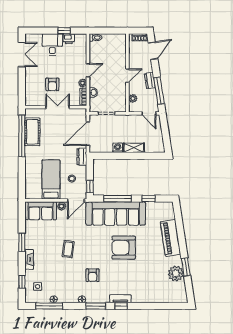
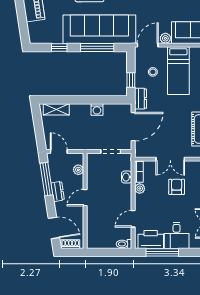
window: (64, 31) -> (162, 252), width x2.17
printer: (69, 39) -> (151, 240), width x1.87, depth x1.48
door: (153, 51) -> (54, 228), swing flipped
door: (88, 70) -> (133, 219), moved
shelving: (134, 148) -> (56, 109), moved
window: (90, 187) -> (131, 80), moved

